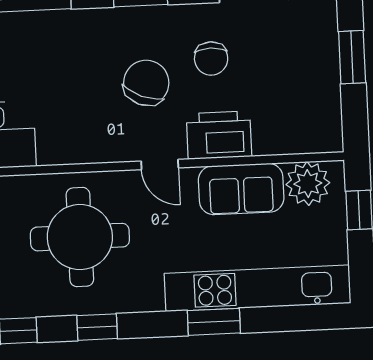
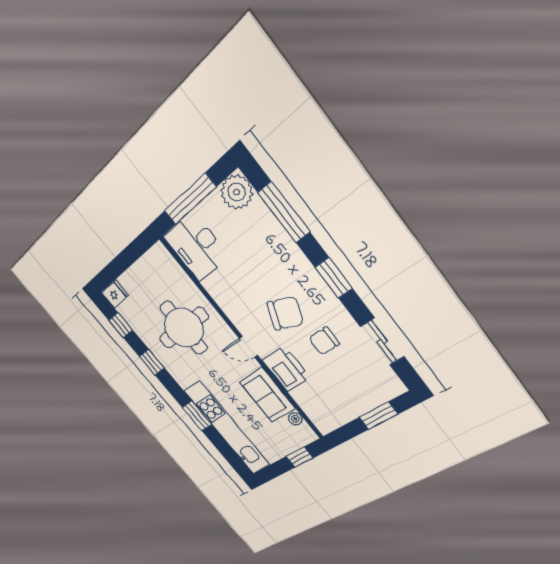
door: (160, 164) -> (249, 347), hinge flipped
plant: (308, 184) -> (295, 419), width x0.53, depth x0.53

